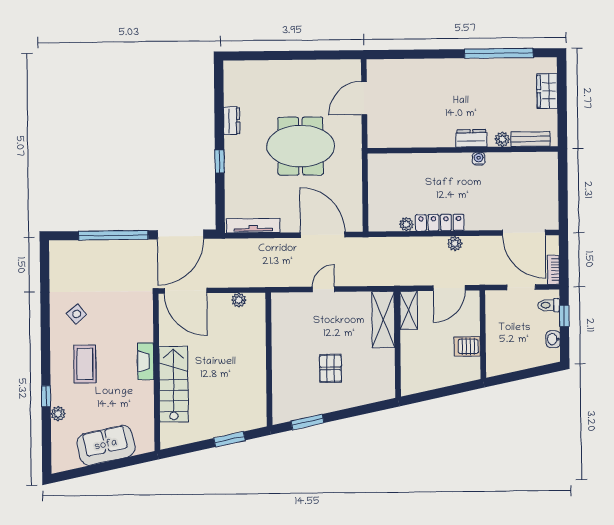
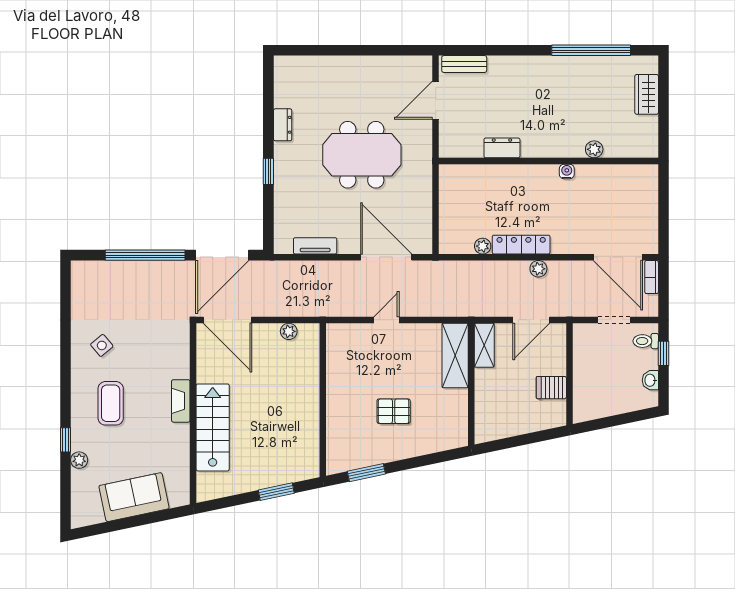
dresser: (471, 138) -> (502, 148), moved
bench: (531, 139) -> (464, 64), moved
tv unit: (253, 226) -> (315, 246), width x0.71
bookcase: (553, 270) -> (652, 277), moved
pallet: (331, 368) -> (394, 411), turned 90

